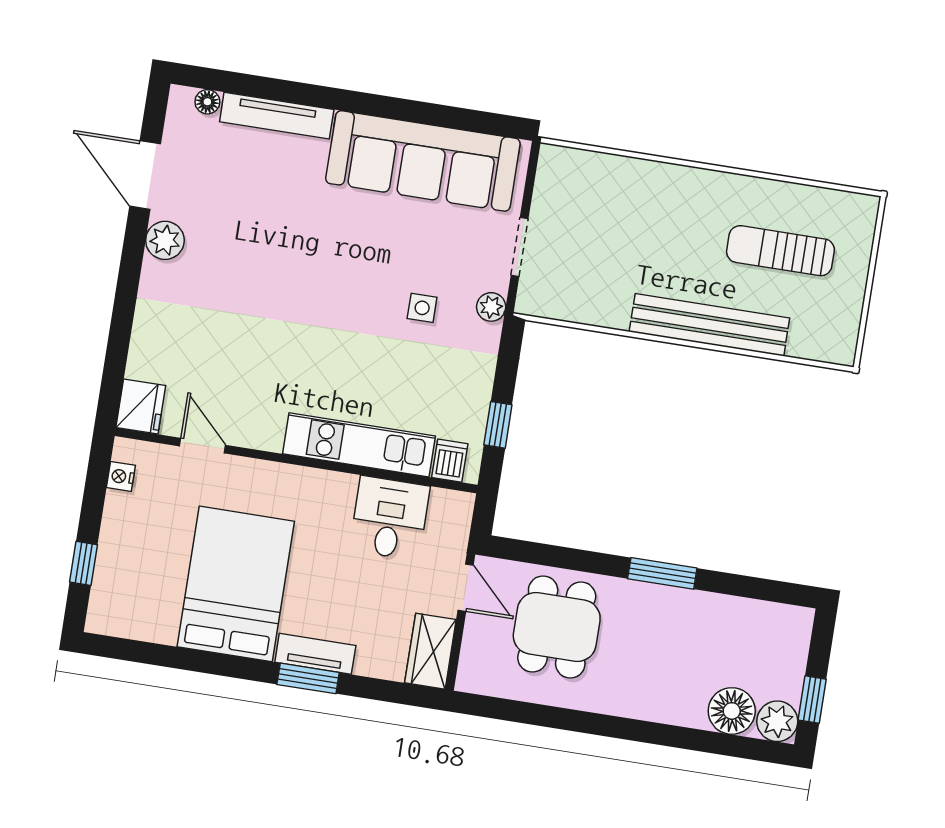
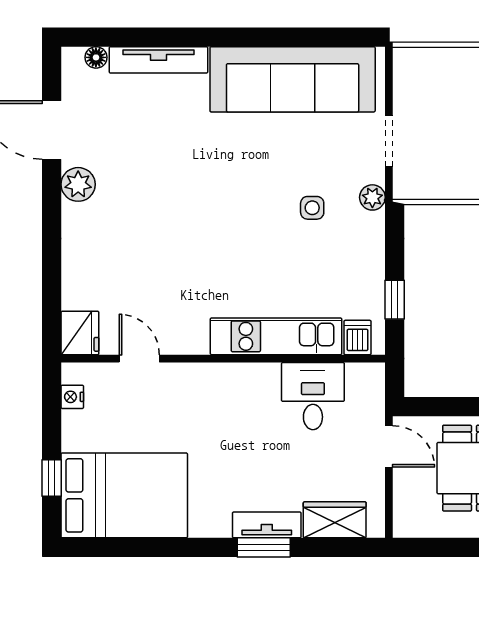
bed: (236, 584) -> (124, 495), moved, turned 90
wardrobe: (430, 651) -> (335, 520), moved, turned 90

